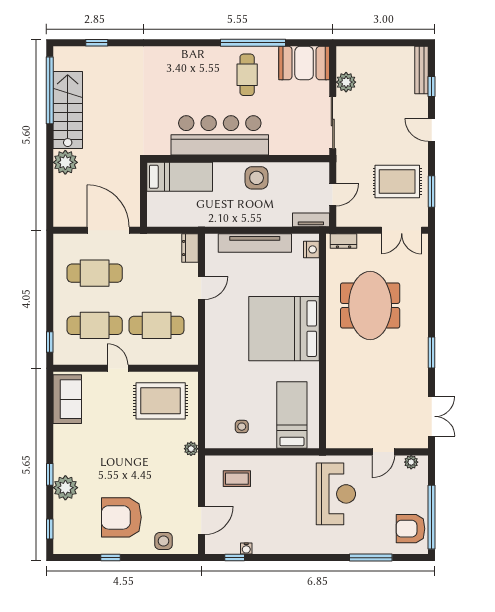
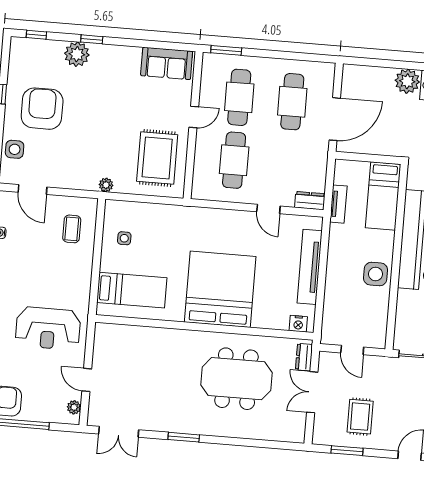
rug: (397, 182) -> (360, 417), width x0.73, depth x0.70
tv unit: (311, 220) -> (338, 204), moved
double door: (402, 230) -> (312, 392), moved
window: (50, 342) -> (226, 50), width x1.50

